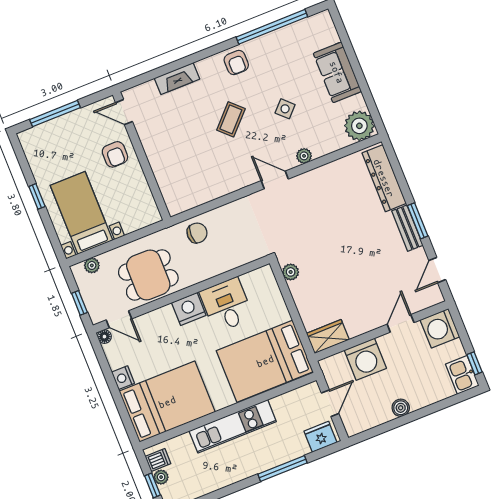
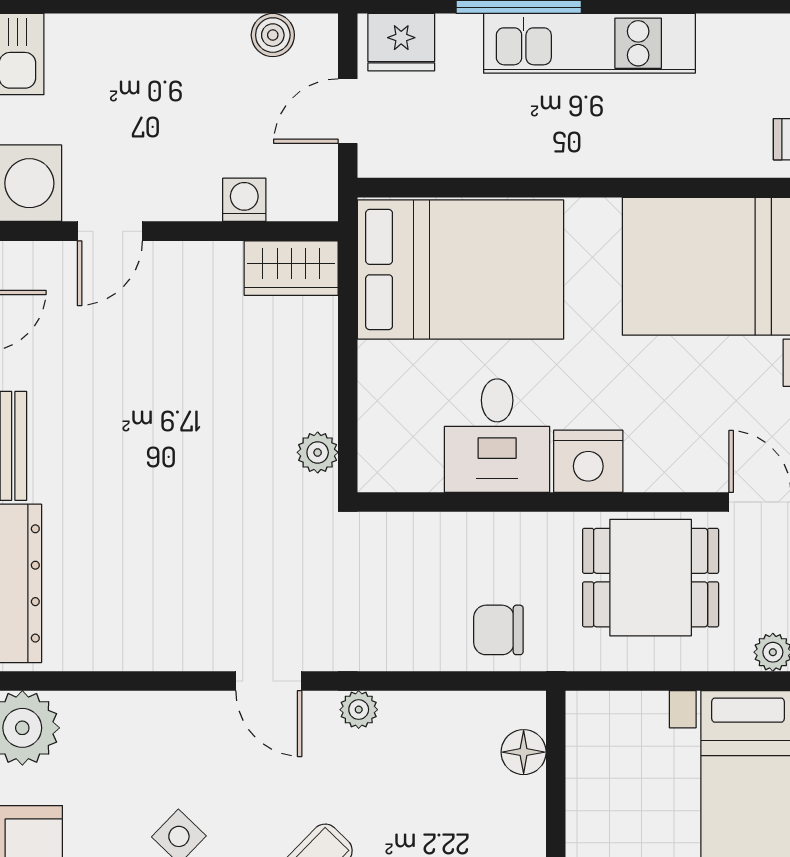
plant: (304, 156) -> (359, 710), moved
floor lamp: (170, 191) -> (524, 752), added
washing machine: (365, 359) -> (244, 200), width x0.53, depth x0.53
boiler: (401, 408) -> (273, 35), moved
kitchen unit: (233, 426) -> (589, 43), moved, turned 180

